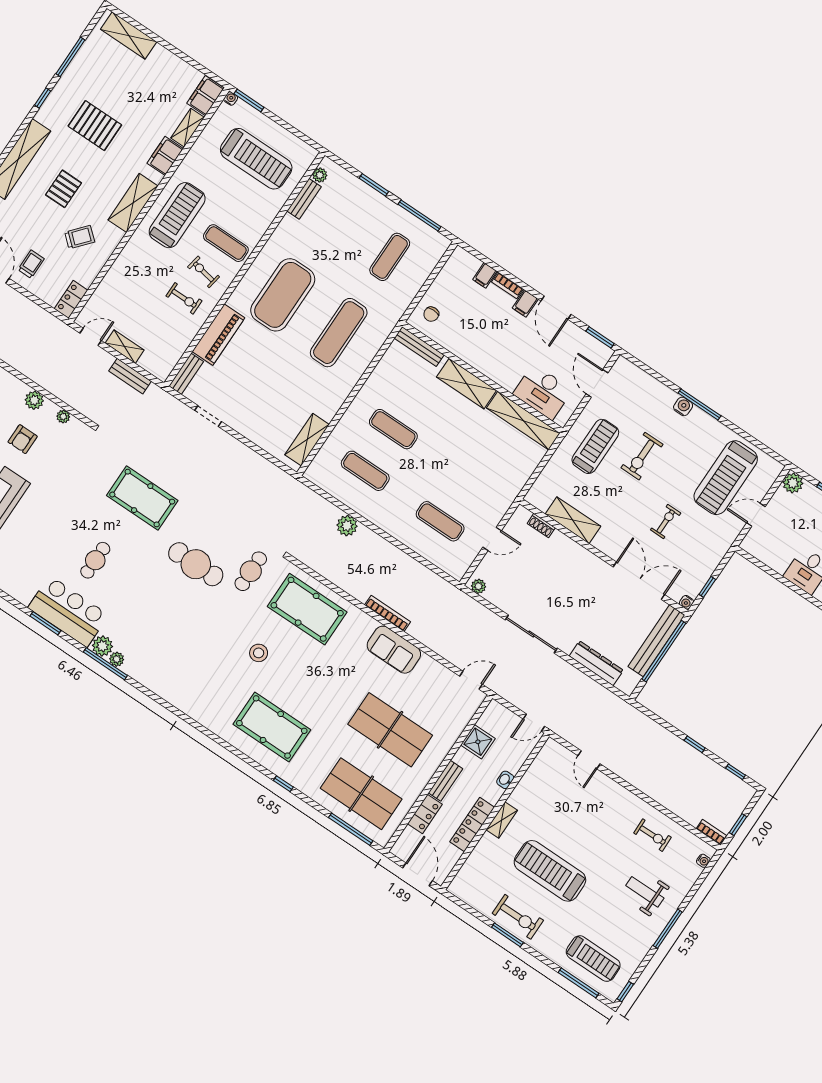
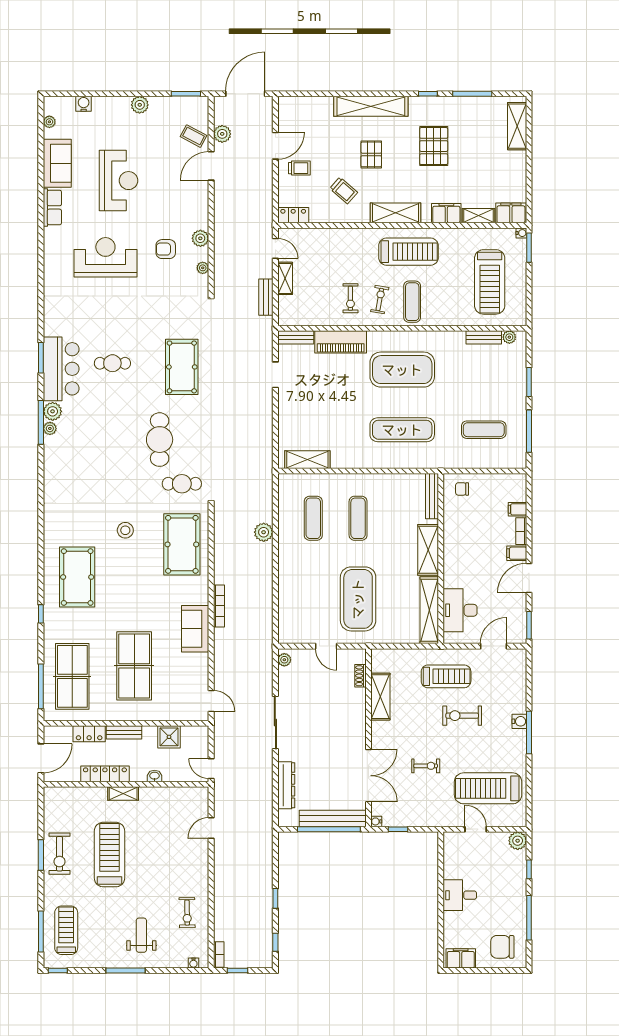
pallet: (63, 189) -> (371, 154), turned 90
exercise mat: (440, 521) -> (358, 599), moved, width x2.00, depth x1.45
treadmill: (593, 959) -> (66, 930), turned 180

